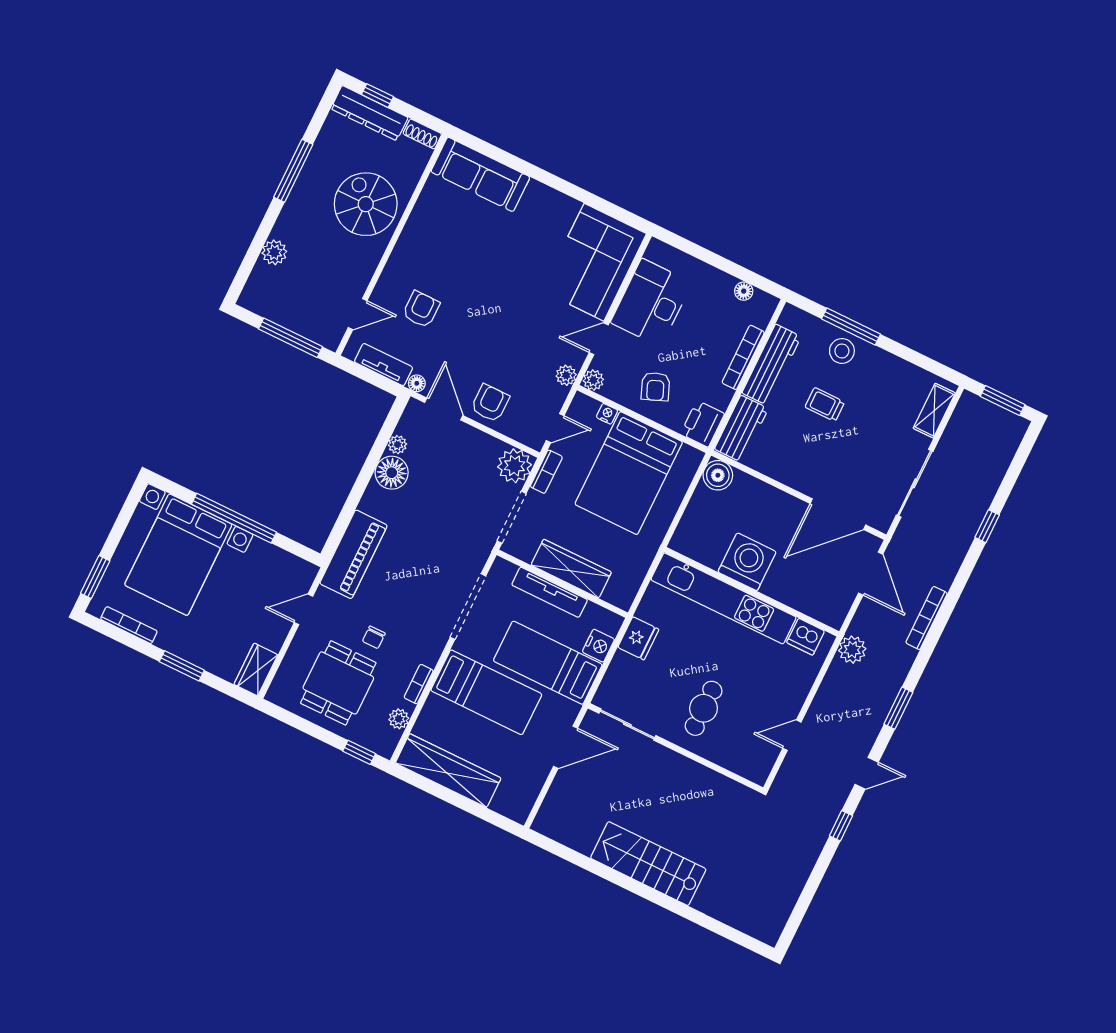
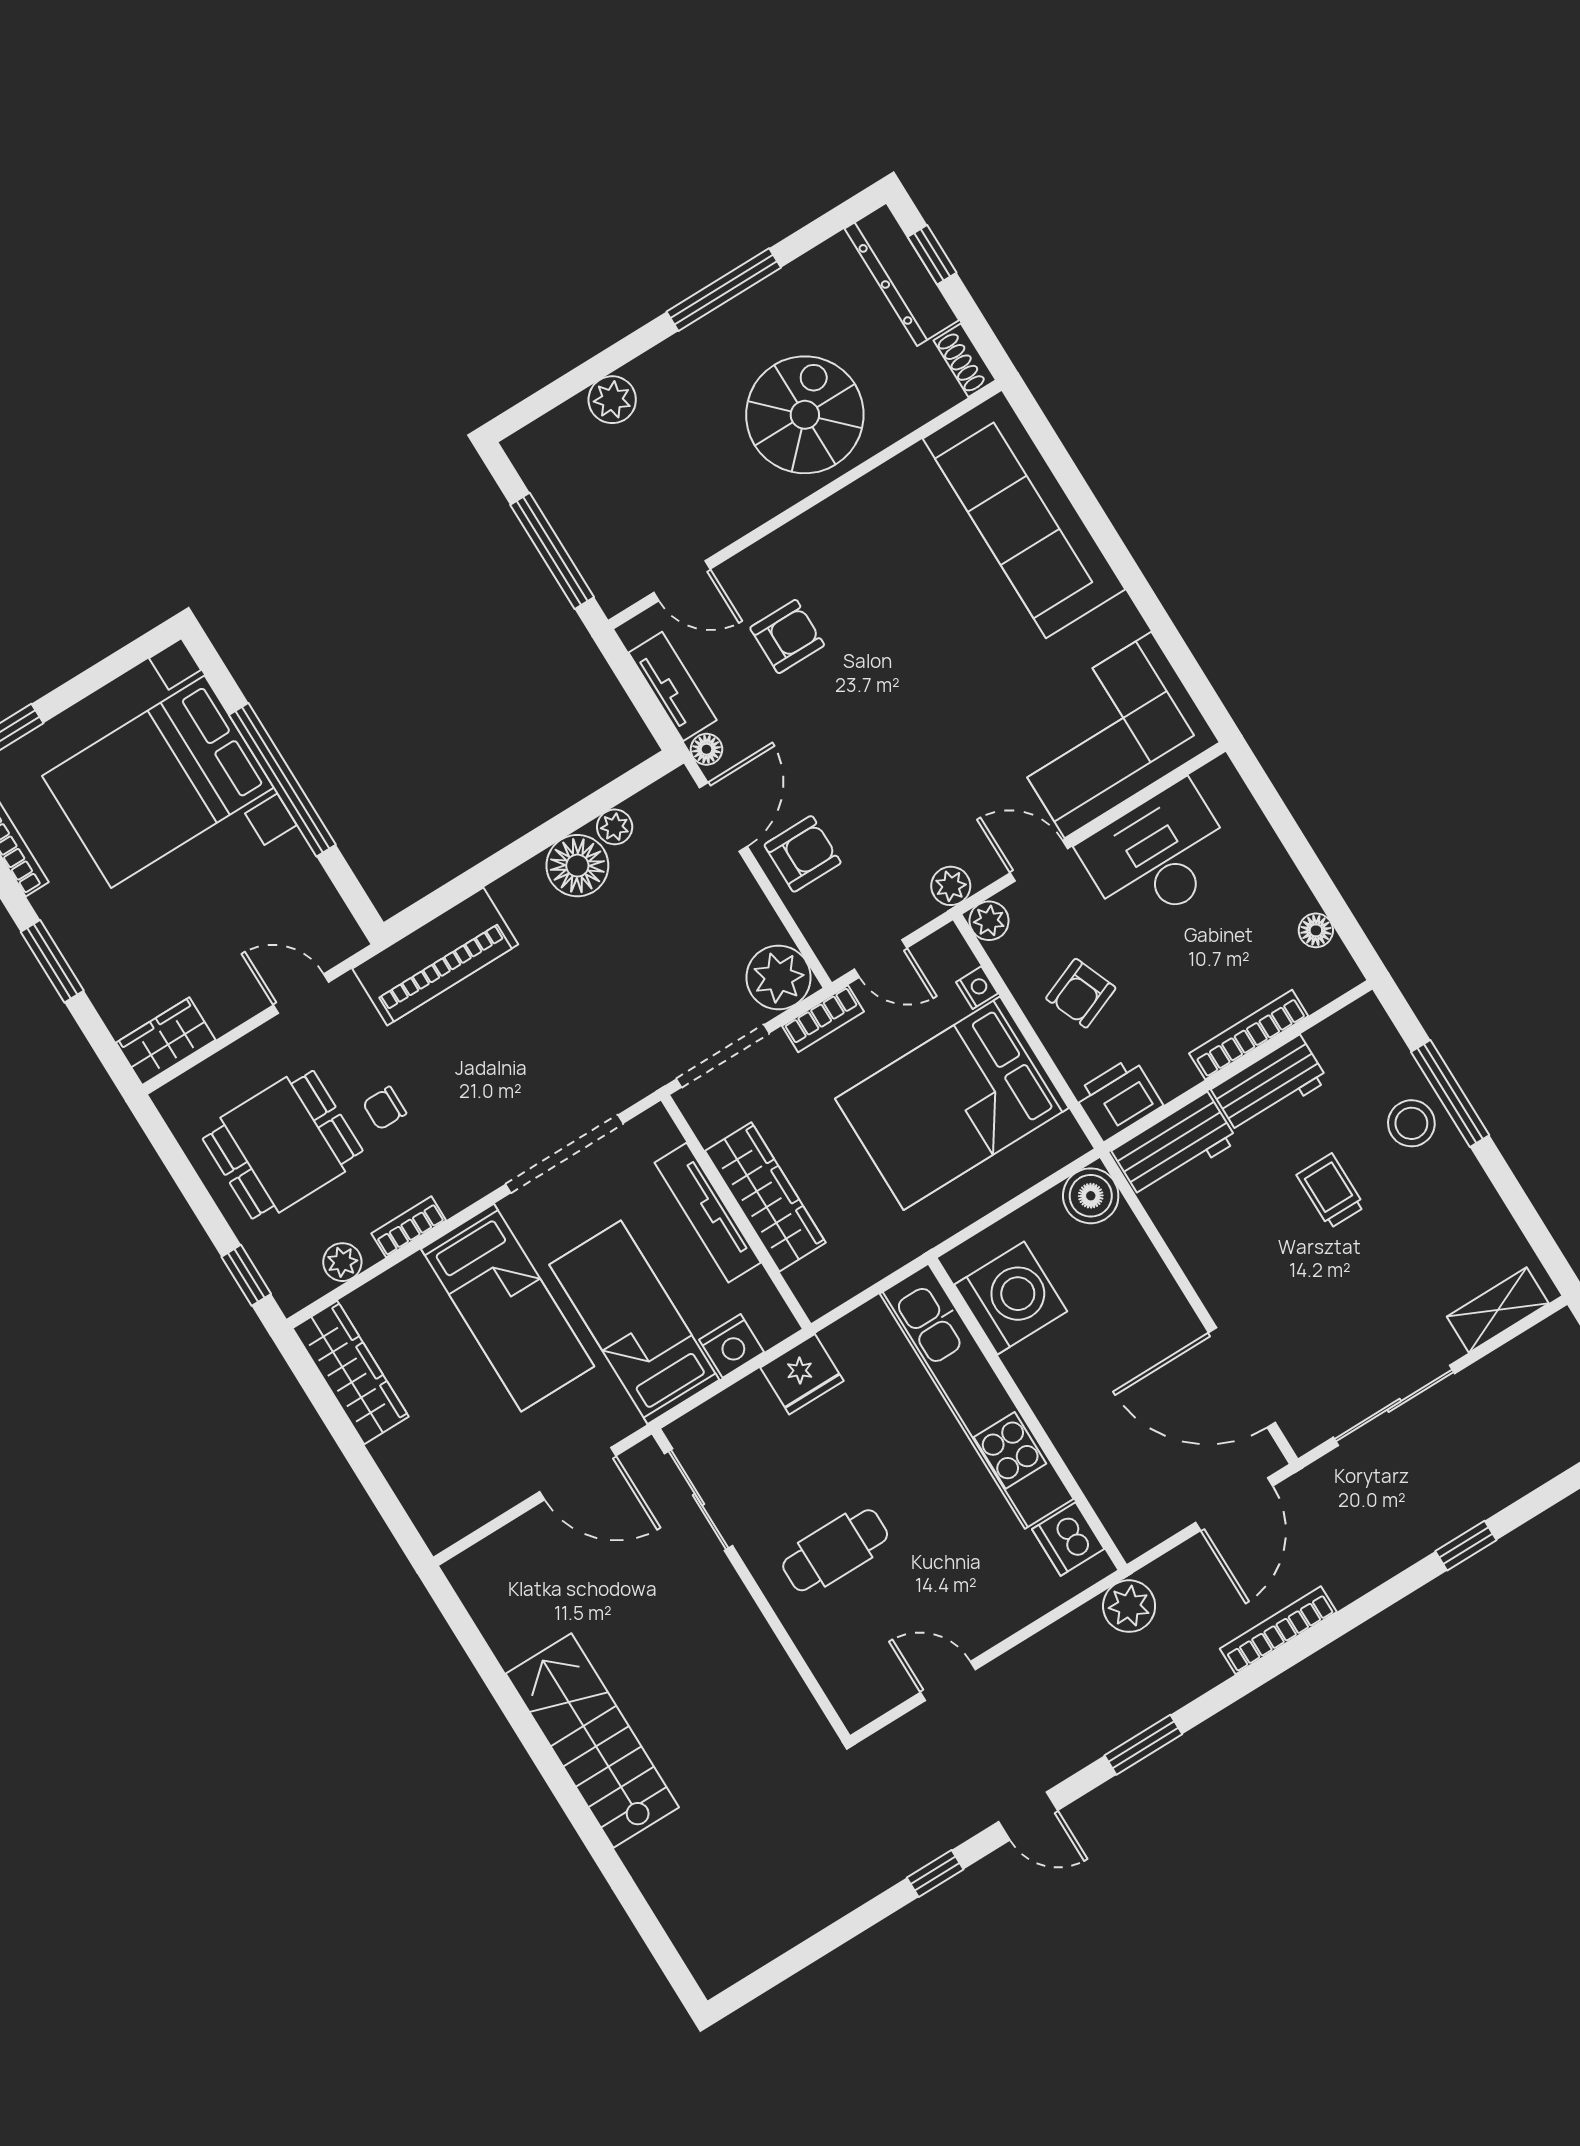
sofa: (480, 174) -> (1024, 514), width x1.36, depth x1.27
workbench: (771, 365) -> (1269, 1085), width x0.73
washing machine: (747, 562) -> (1011, 1298), moved
wardrobe: (448, 771) -> (351, 1372), width x0.71, depth x0.85

